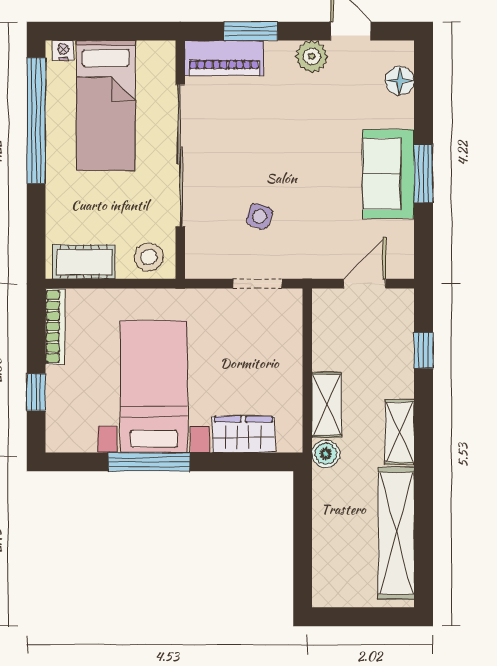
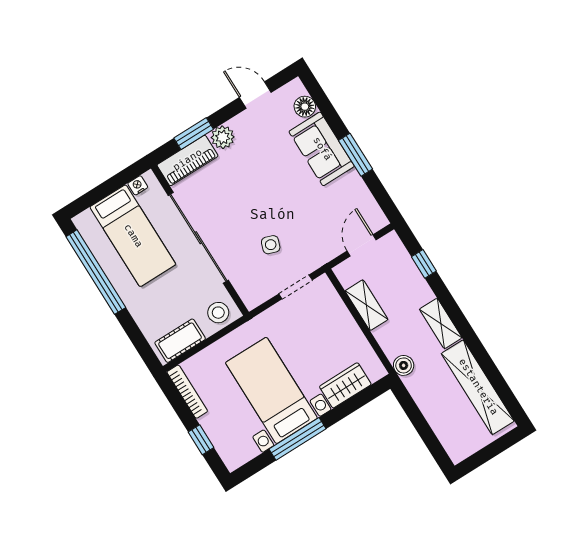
nightstand: (63, 50) -> (138, 185), moved
plant: (312, 56) -> (223, 137), moved
sofa: (388, 174) -> (322, 149), moved
shelving: (327, 405) -> (367, 305), moved

